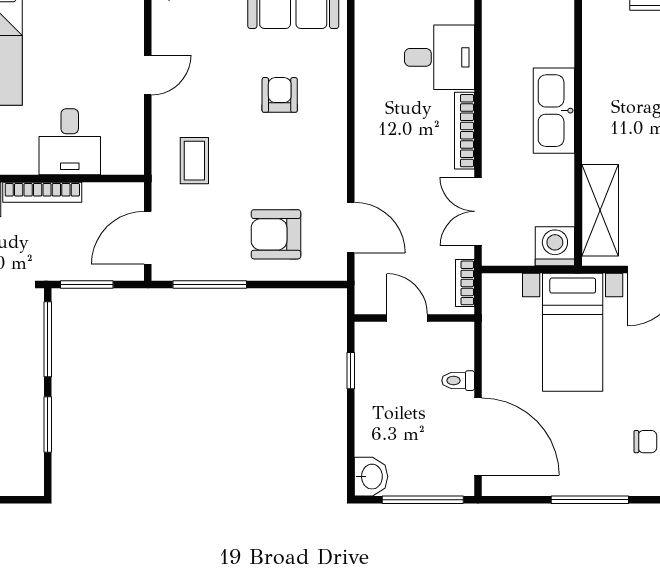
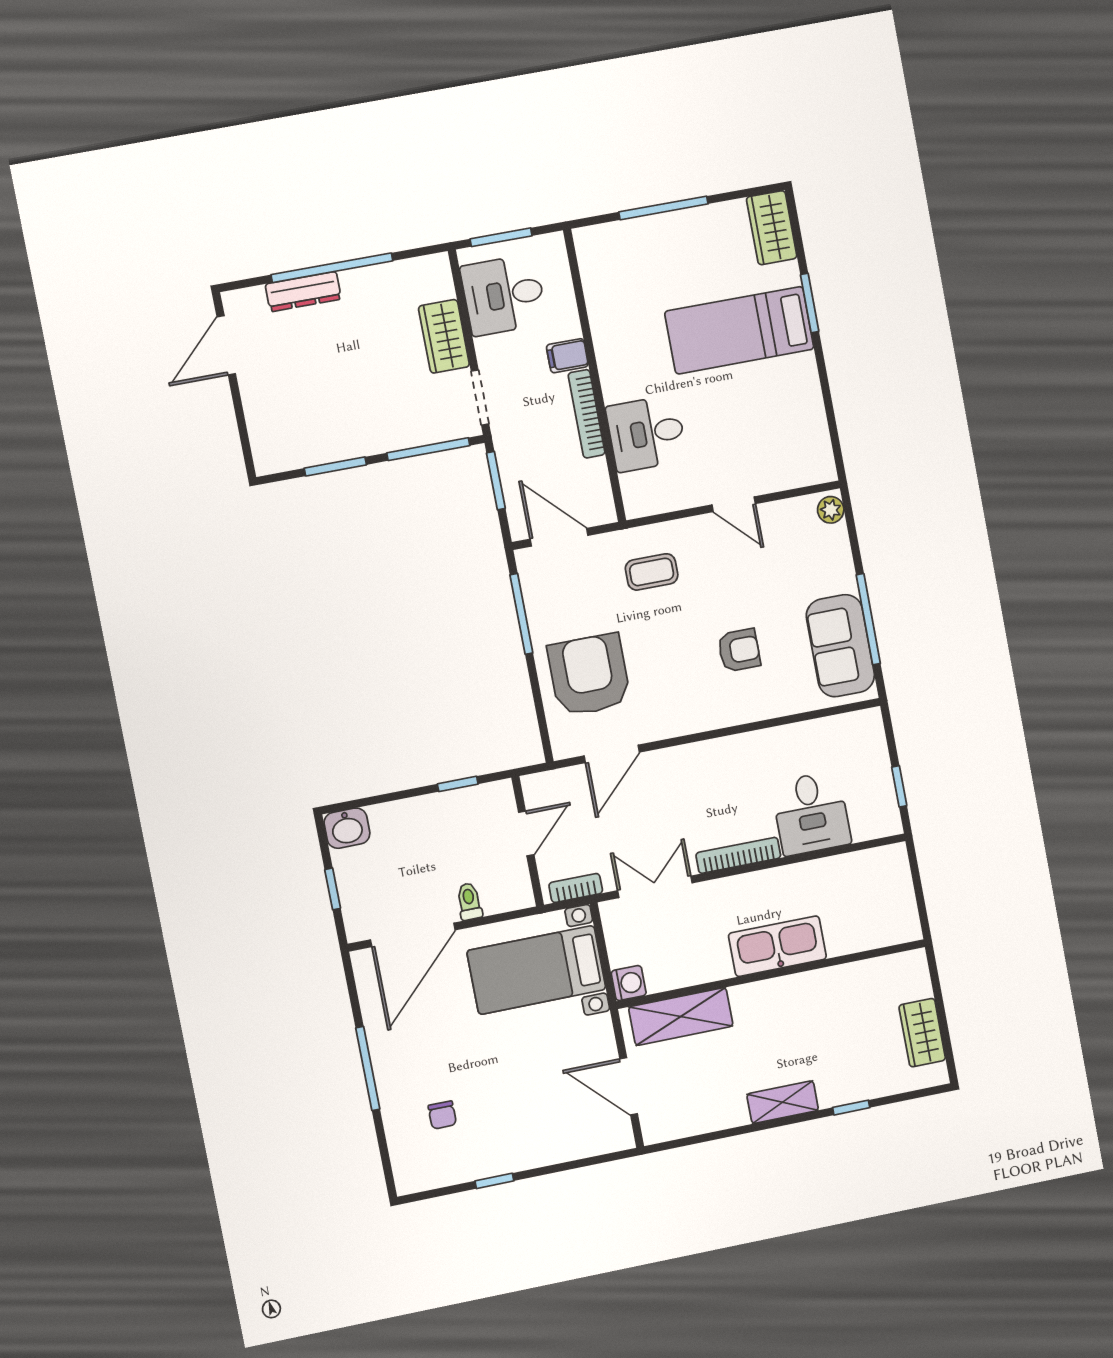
armchair: (276, 234) -> (589, 675), width x1.36, depth x1.36
washing machine: (555, 246) -> (629, 983), width x0.73, depth x0.73
bed with nightstands: (573, 332) -> (536, 970), moved
window: (423, 500) -> (333, 889), width x0.46

